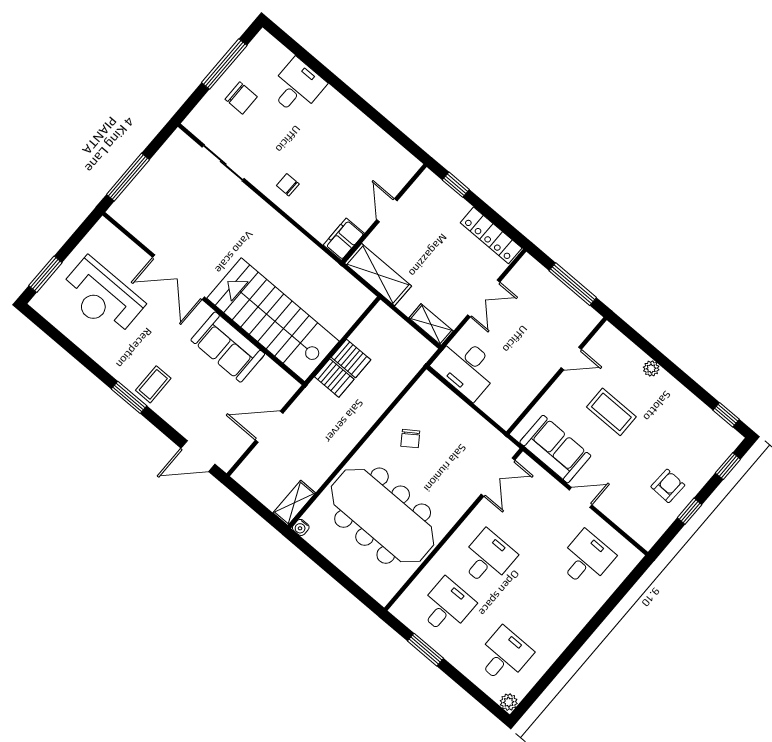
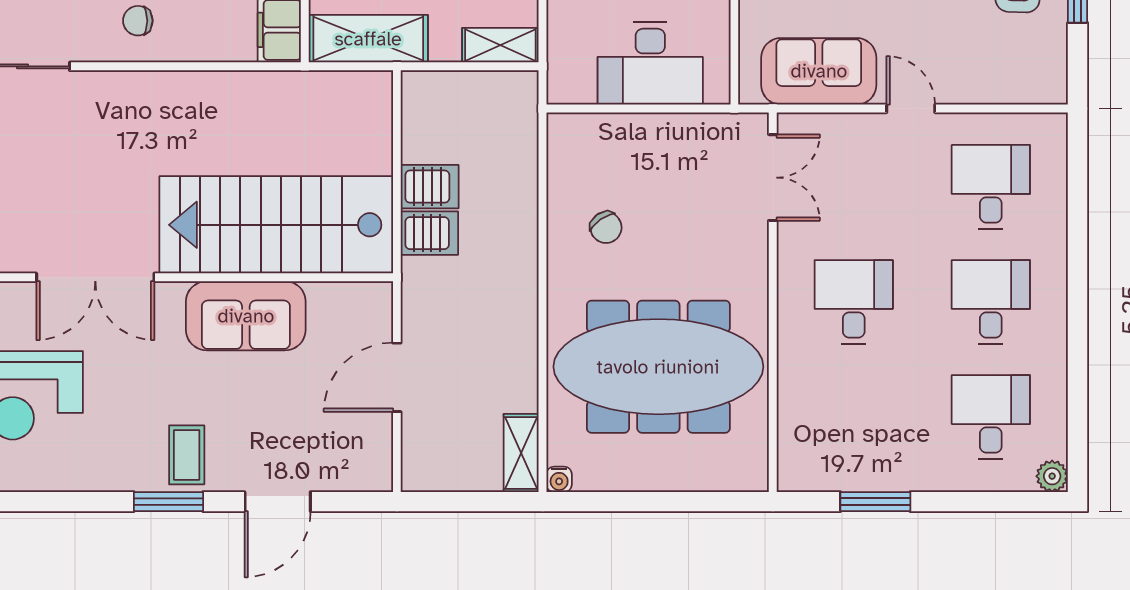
desk: (466, 367) -> (650, 63), moved
door: (198, 456) -> (278, 502), moved
door: (581, 497) -> (911, 109), hinge flipped
desk: (446, 607) -> (991, 302), moved

